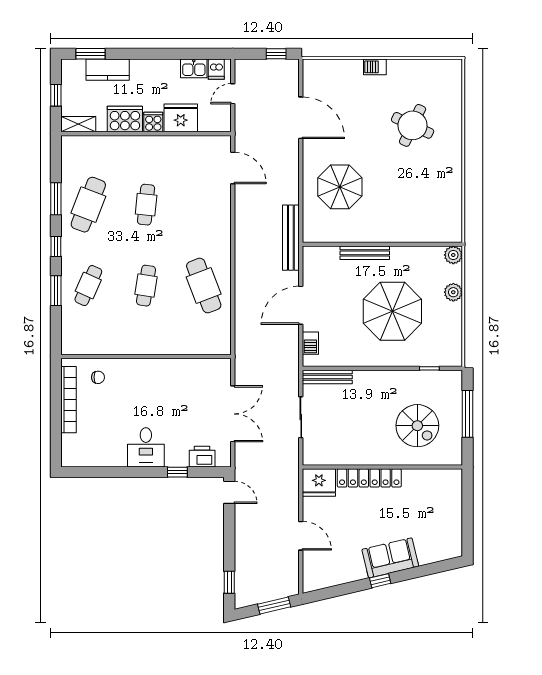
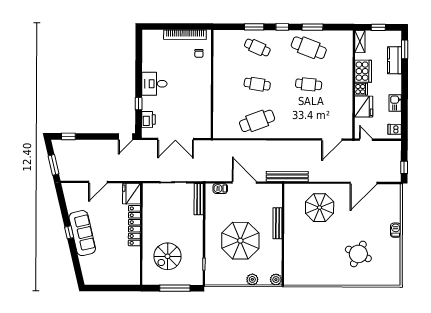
kitchen sink: (194, 68) -> (395, 103), moved
door: (233, 94) -> (366, 140), moved
sofa: (390, 558) -> (82, 233), width x1.36

